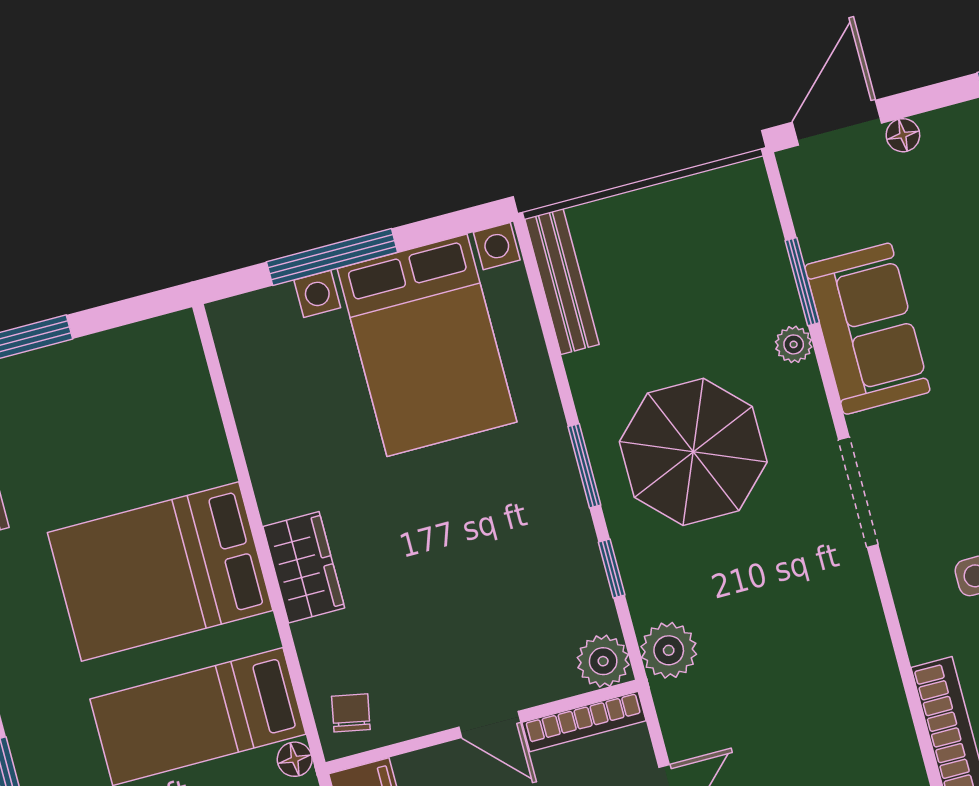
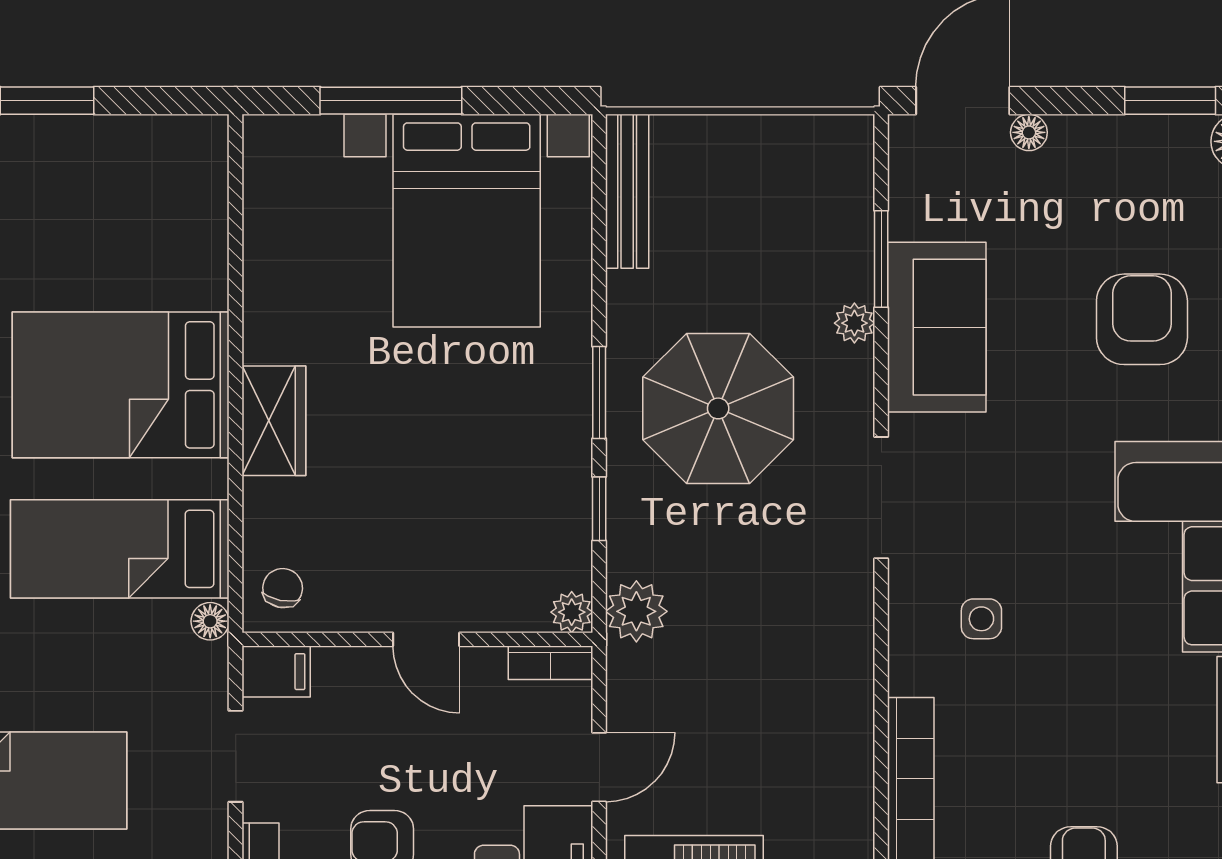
plant: (603, 661) -> (572, 612), width x0.73, depth x0.73
bookcase: (584, 722) -> (550, 663), width x0.64

